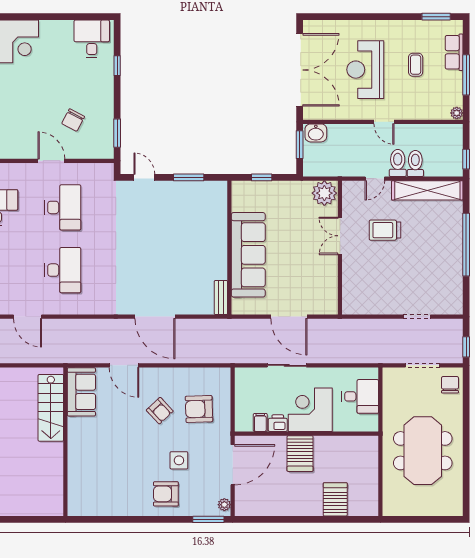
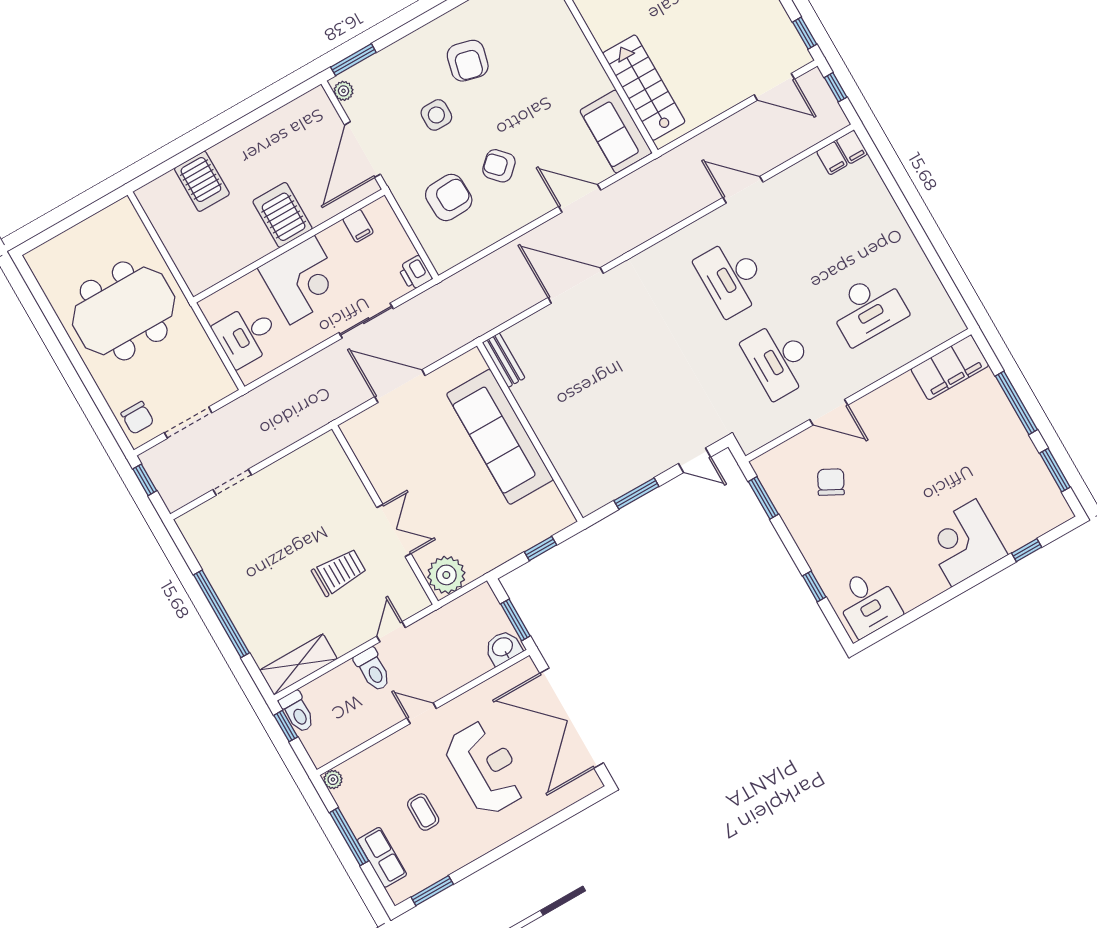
toilet: (415, 164) -> (297, 712), moved
shelving: (427, 190) -> (298, 664), width x0.68
printer: (278, 423) -> (415, 273), moved, turned 90
meeting table: (423, 451) -> (124, 311), turned 90
armchair: (166, 494) -> (468, 61), moved, turned 104

